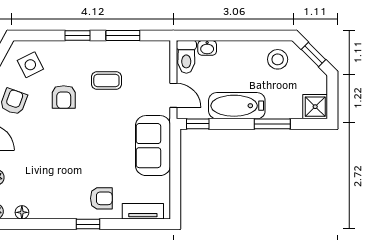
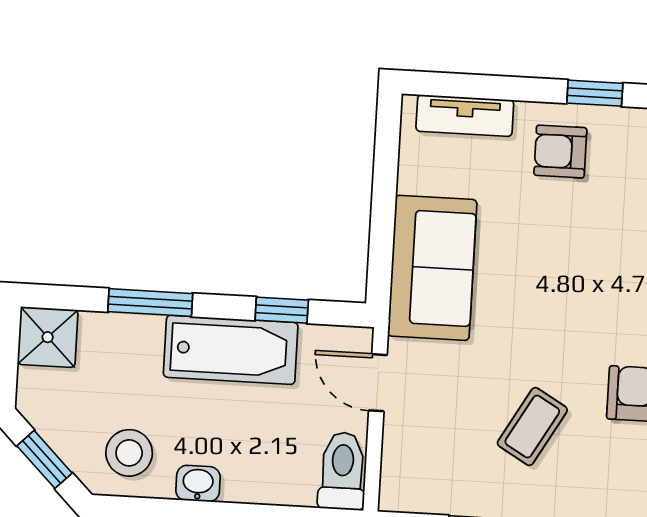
washbasin: (207, 48) -> (198, 484), moved
coffee table: (106, 80) -> (532, 426), turned -60
window: (198, 124) -> (282, 310), moved

